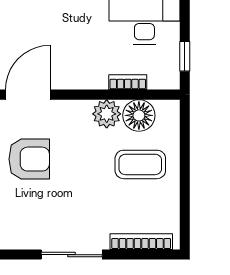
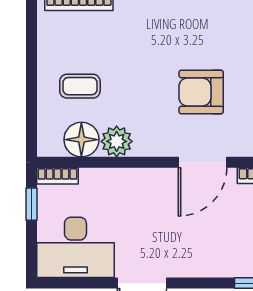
bookcase: (128, 82) -> (57, 176), moved
coffee table: (140, 164) -> (80, 86), width x0.73, depth x0.77

